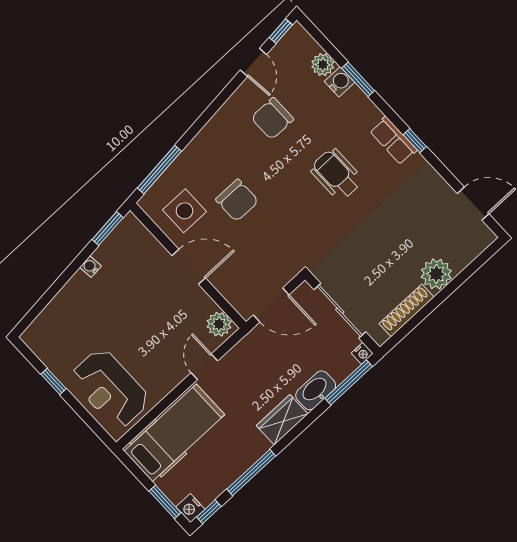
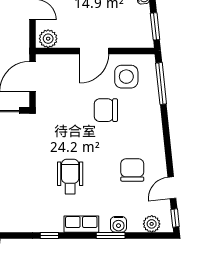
door: (253, 62) -> (172, 188), hinge flipped
plant: (323, 65) -> (152, 224), moved
row of seats: (393, 141) -> (81, 224), moved
wheelchair: (336, 174) -> (70, 177), turned -90

